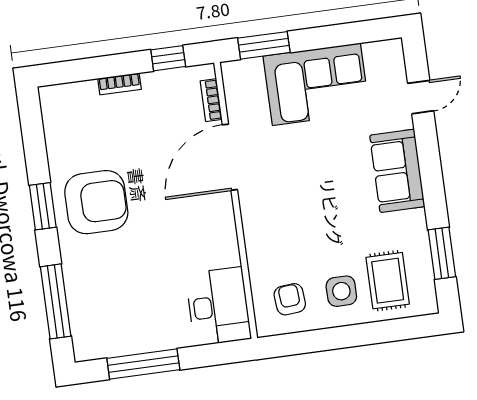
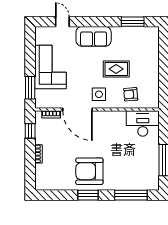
armchair: (96, 202) -> (89, 171), turned -90
rug: (388, 281) -> (116, 69), moved
side table: (341, 291) -> (99, 94), moved
armchair: (290, 299) -> (131, 94), moved

